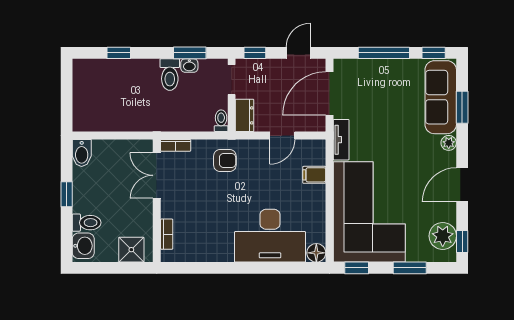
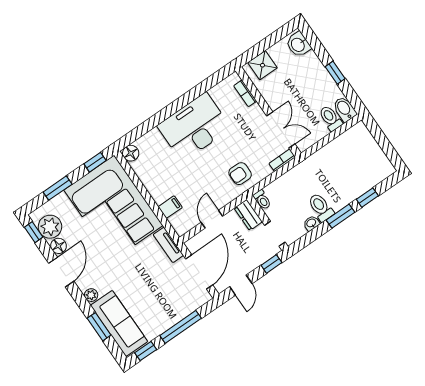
window: (190, 53) -> (340, 216), moved
floor lamp: (447, 212) -> (59, 246), added
toilet: (87, 223) -> (330, 118), moved, turned 90
desk: (270, 236) -> (194, 127), moved

